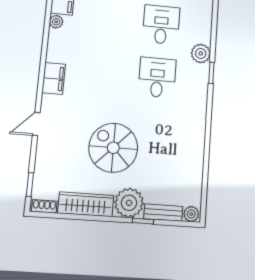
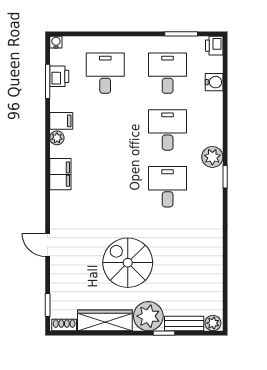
filing cabinet: (54, 78) -> (60, 174), moved
door: (36, 124) -> (48, 245), hinge flipped

